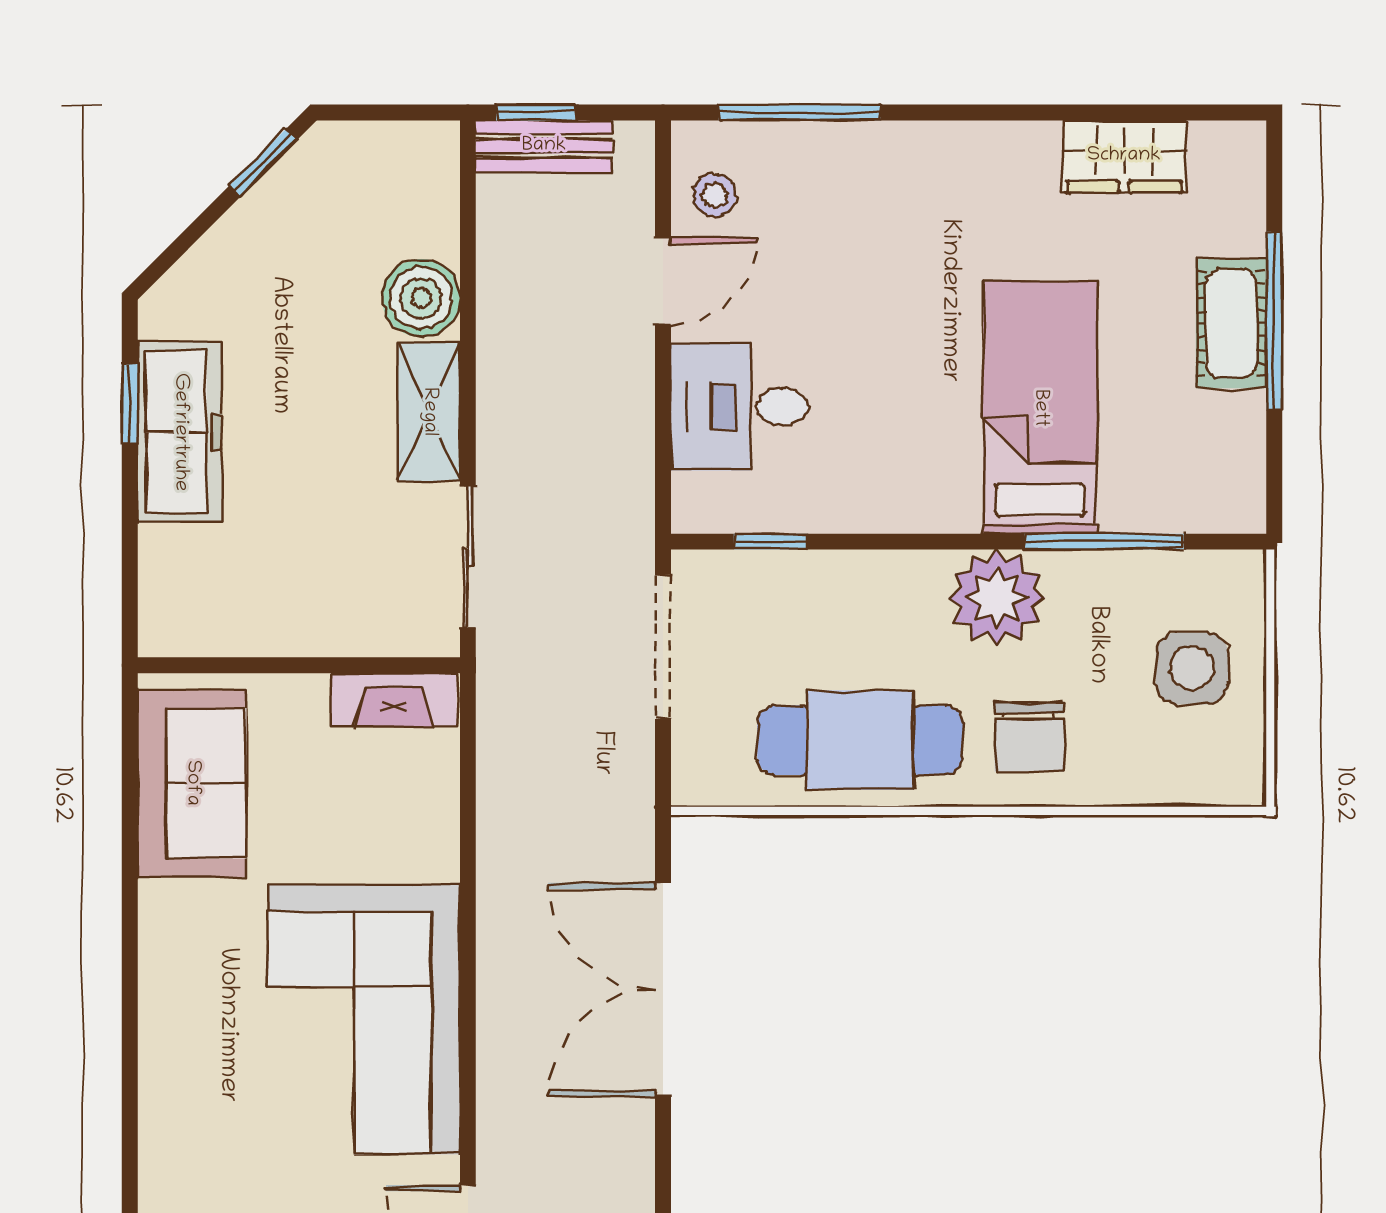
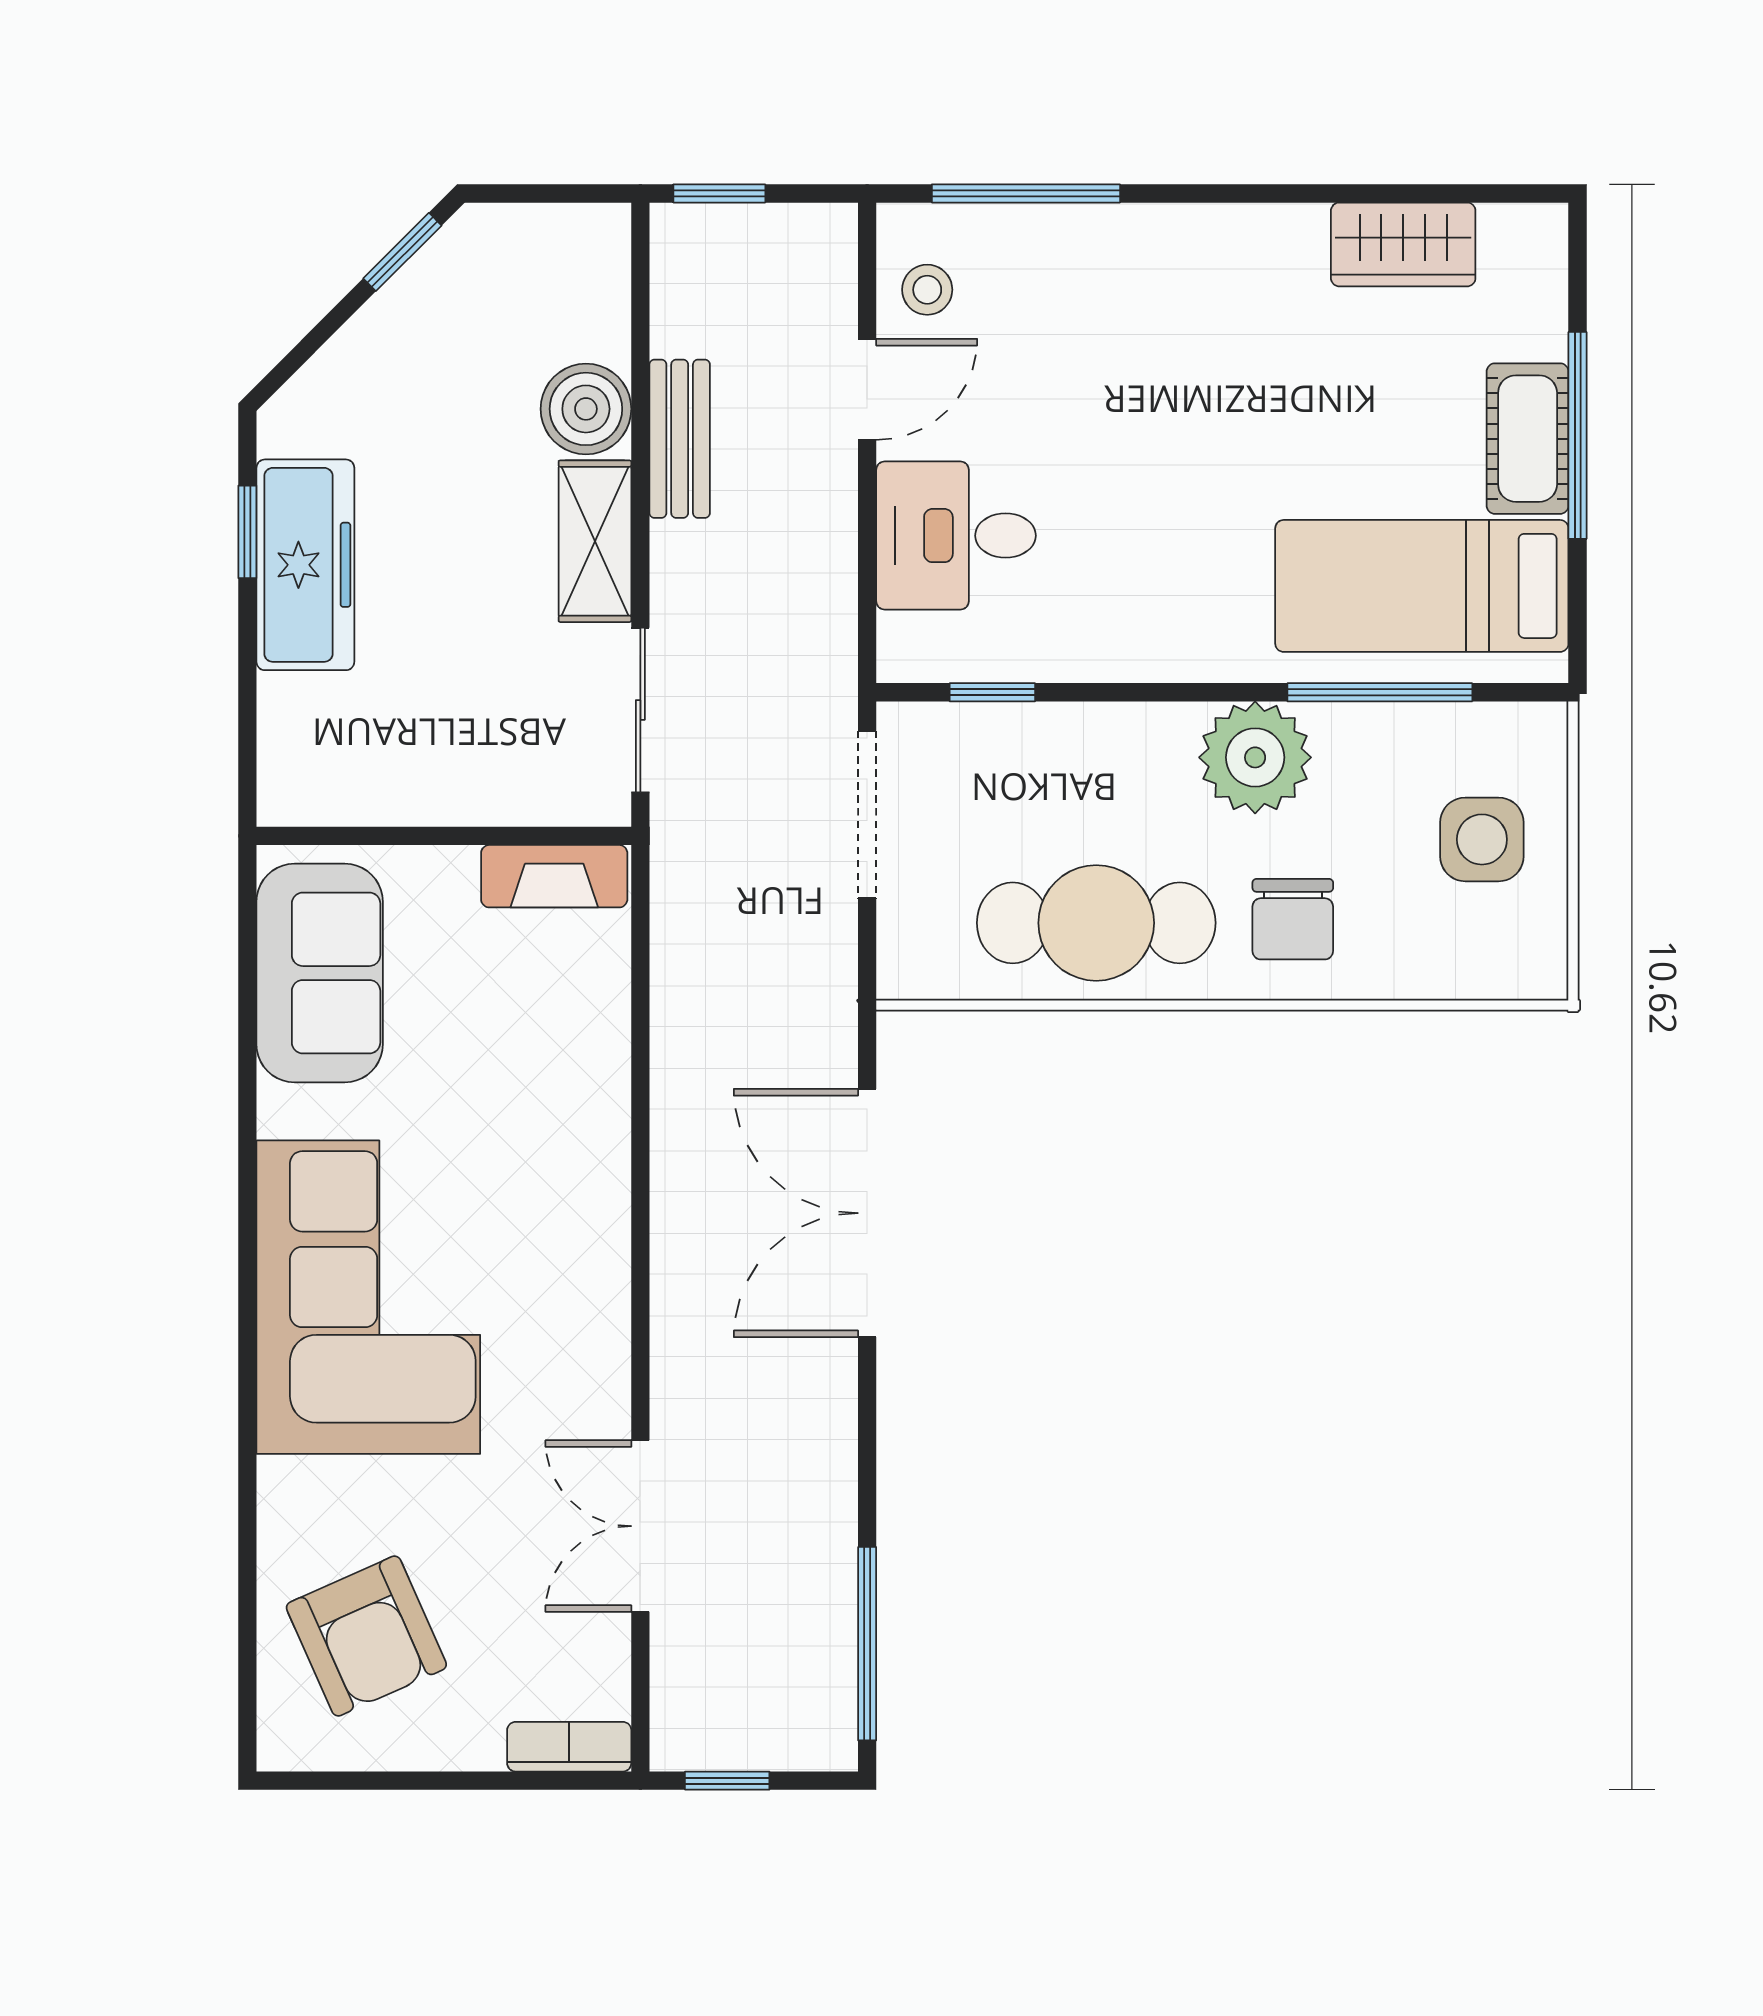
bench: (544, 146) -> (680, 439), moved, turned 90
bed: (1040, 408) -> (1422, 586), moved, turned -90
corner sofa: (364, 1020) -> (368, 1297), moved, turned 180

